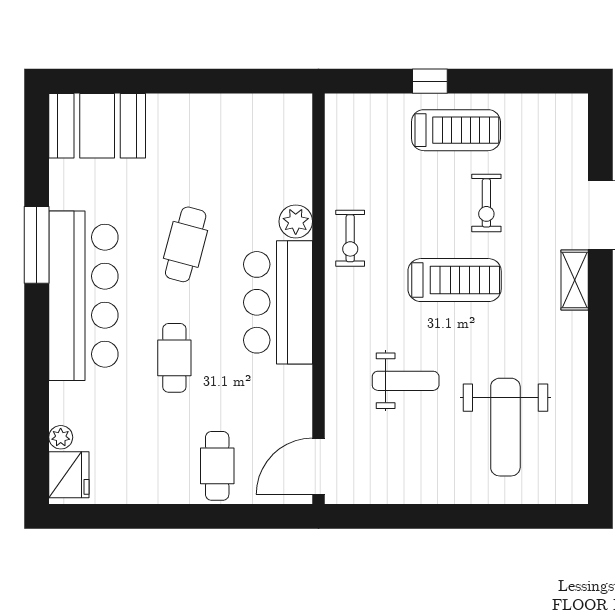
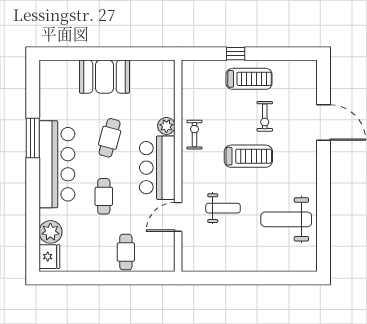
booth: (97, 126) -> (105, 77), moved
exercise bike: (350, 238) -> (194, 135), turned 180
shelving: (575, 280) -> (310, 156), removed
weight bench: (505, 427) -> (286, 219), moved, turned 90
plant: (61, 437) -> (50, 232), width x1.87, depth x1.87
door: (319, 466) -> (178, 217), moved

